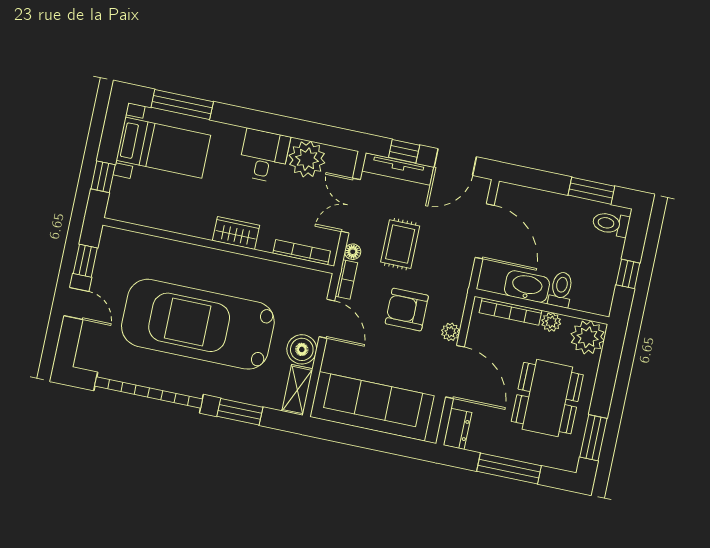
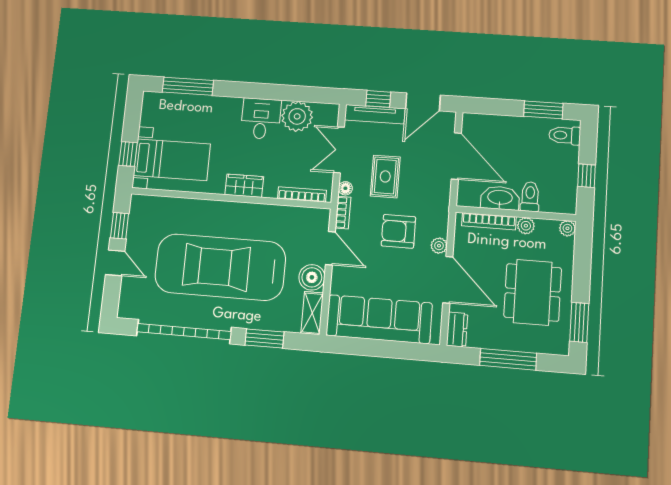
bed with nightstands: (163, 148) -> (172, 160), moved
plant: (588, 337) -> (567, 228), width x0.53, depth x0.53

